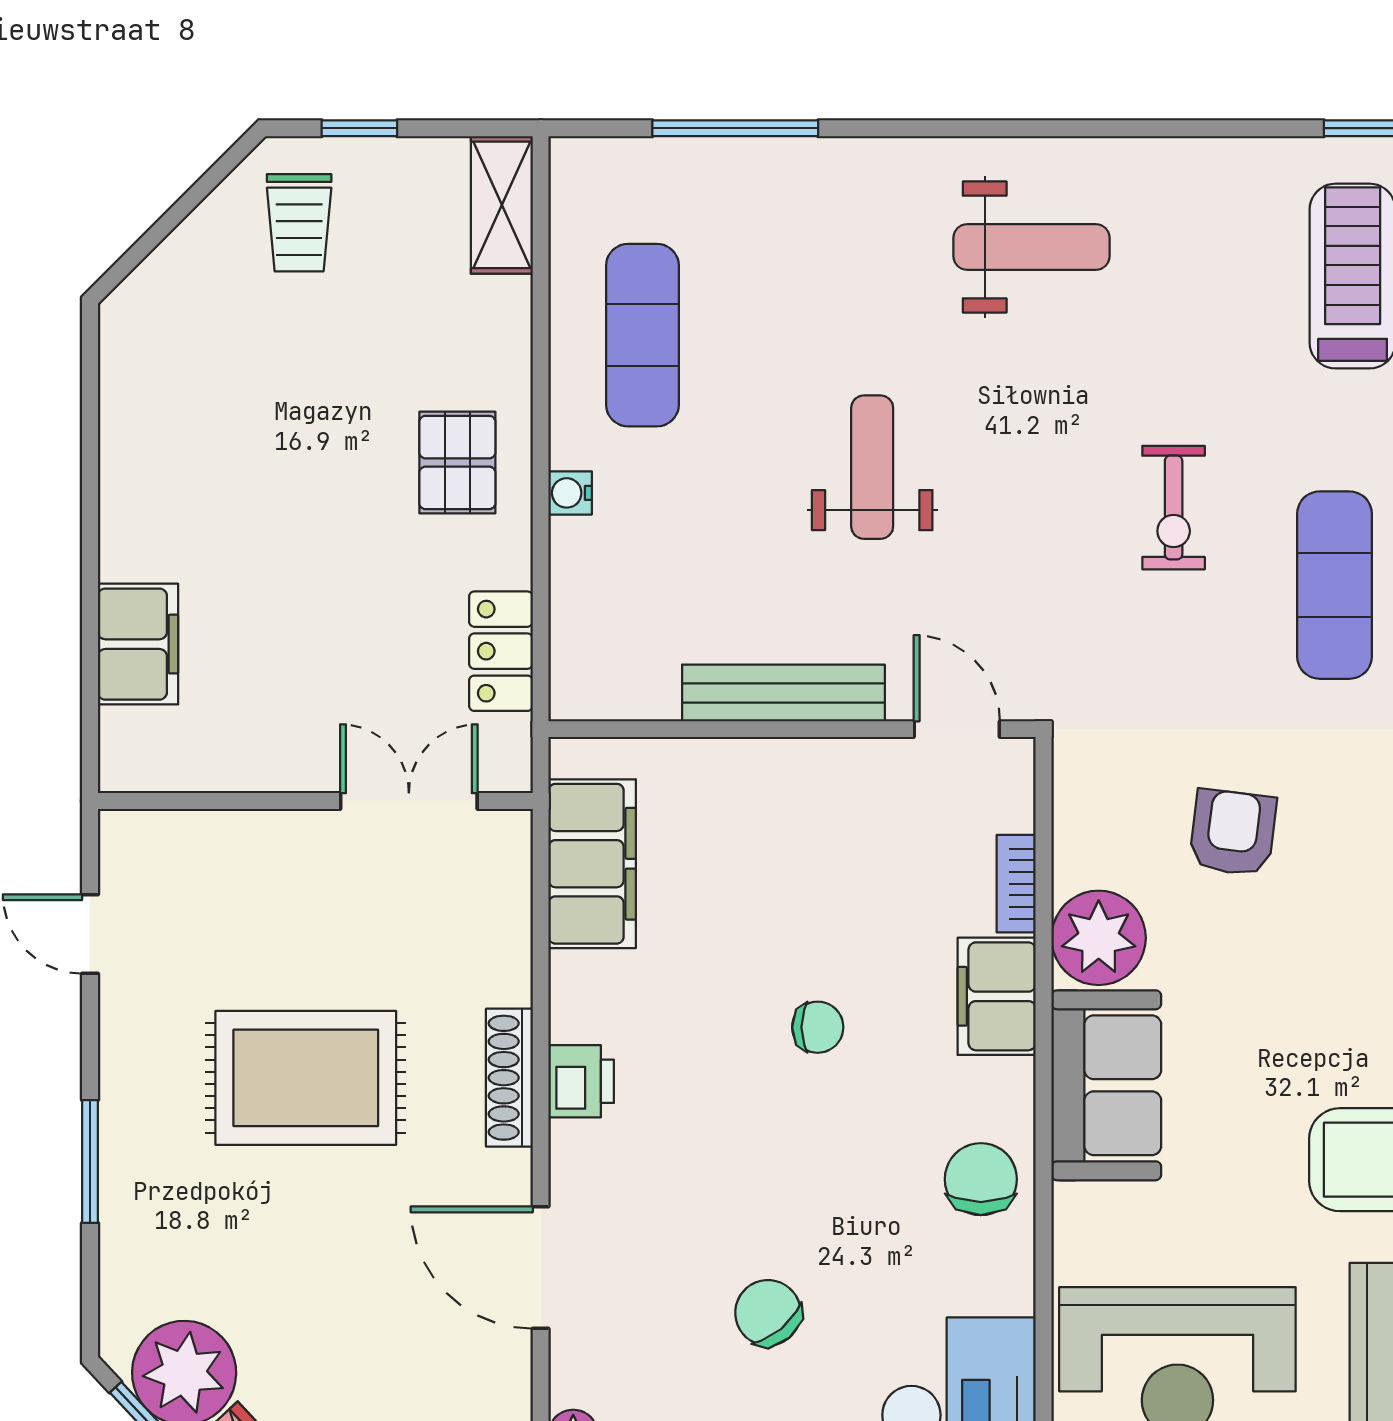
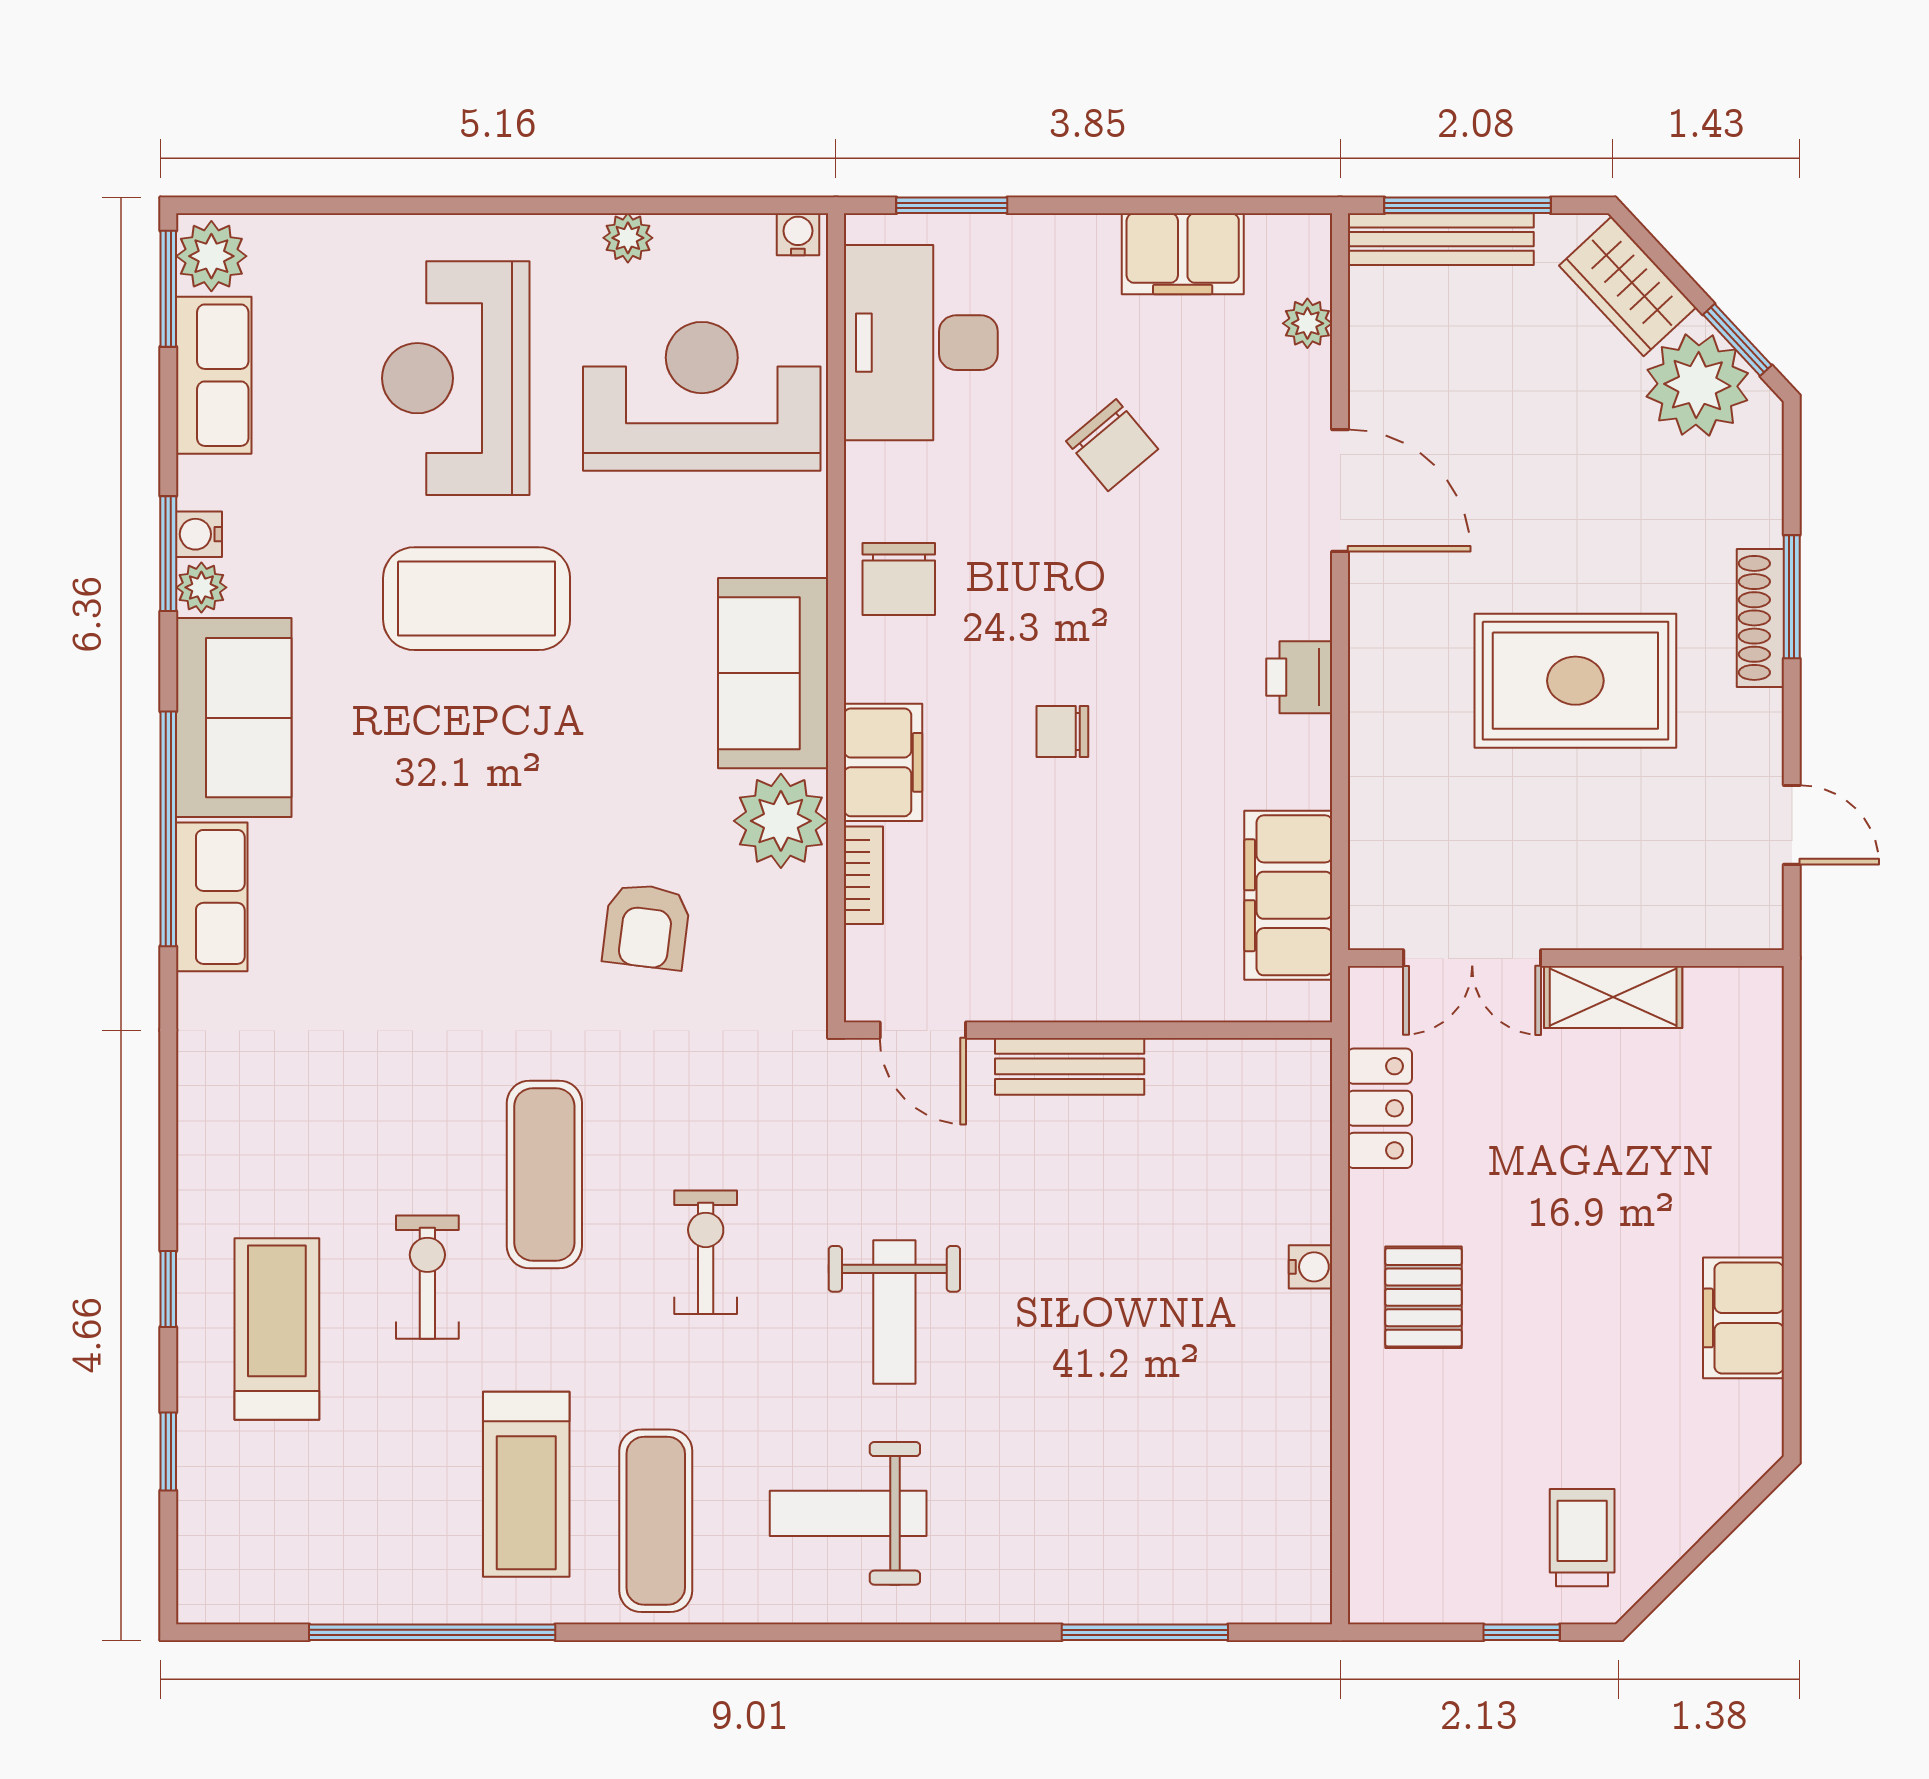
shelving: (502, 205) -> (1613, 997), moved, turned 90
exercise mat: (642, 335) -> (656, 1521), moved
weight bench: (872, 467) -> (894, 1312), moved
filing cabinet: (138, 644) -> (1744, 1318), moved
bench: (783, 693) -> (1070, 1066), width x0.73
shoe rack: (509, 1078) -> (1760, 618), moved, turned 180

